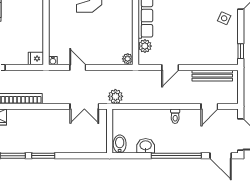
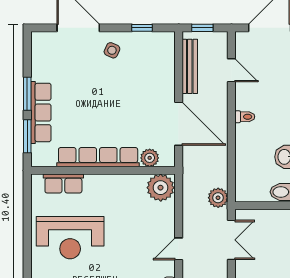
window: (241, 51) -> (142, 28), moved
plant: (128, 59) -> (161, 188), width x1.87, depth x1.87
door: (170, 67) -> (179, 124), width x1.88
window: (241, 85) -> (202, 28), added

